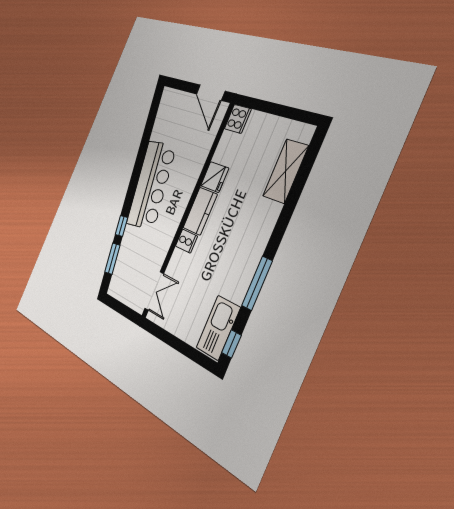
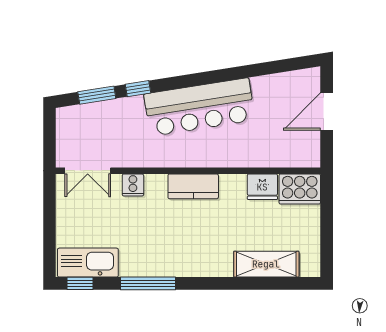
door: (211, 93) -> (327, 111), moved
cooker: (238, 119) -> (300, 189), width x1.37, depth x1.31
fridge: (215, 177) -> (262, 187), moved
cooker: (186, 241) -> (133, 185), moved

